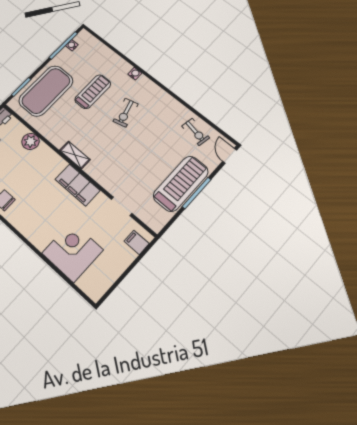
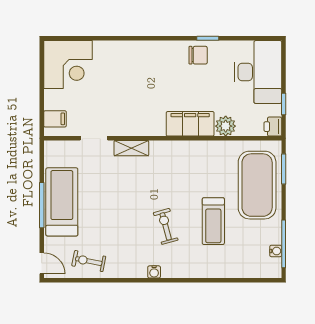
water cooler: (135, 74) -> (154, 272), moved
shelving: (75, 155) -> (131, 148), moved
treadmill: (181, 184) -> (62, 202), turned 180
filing cabinet: (78, 185) -> (190, 124), moved
corner desk: (73, 252) -> (68, 65), moved

